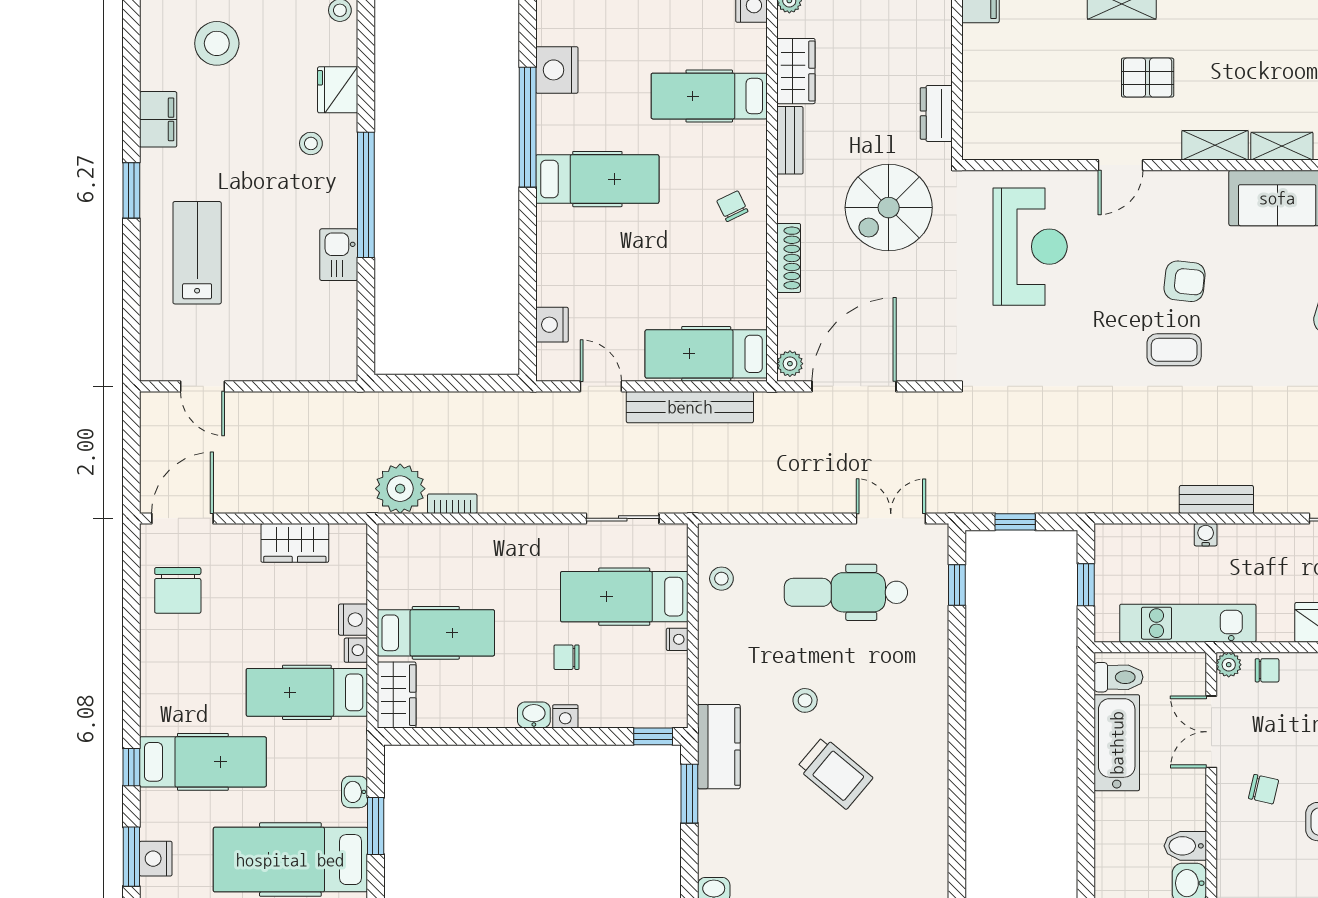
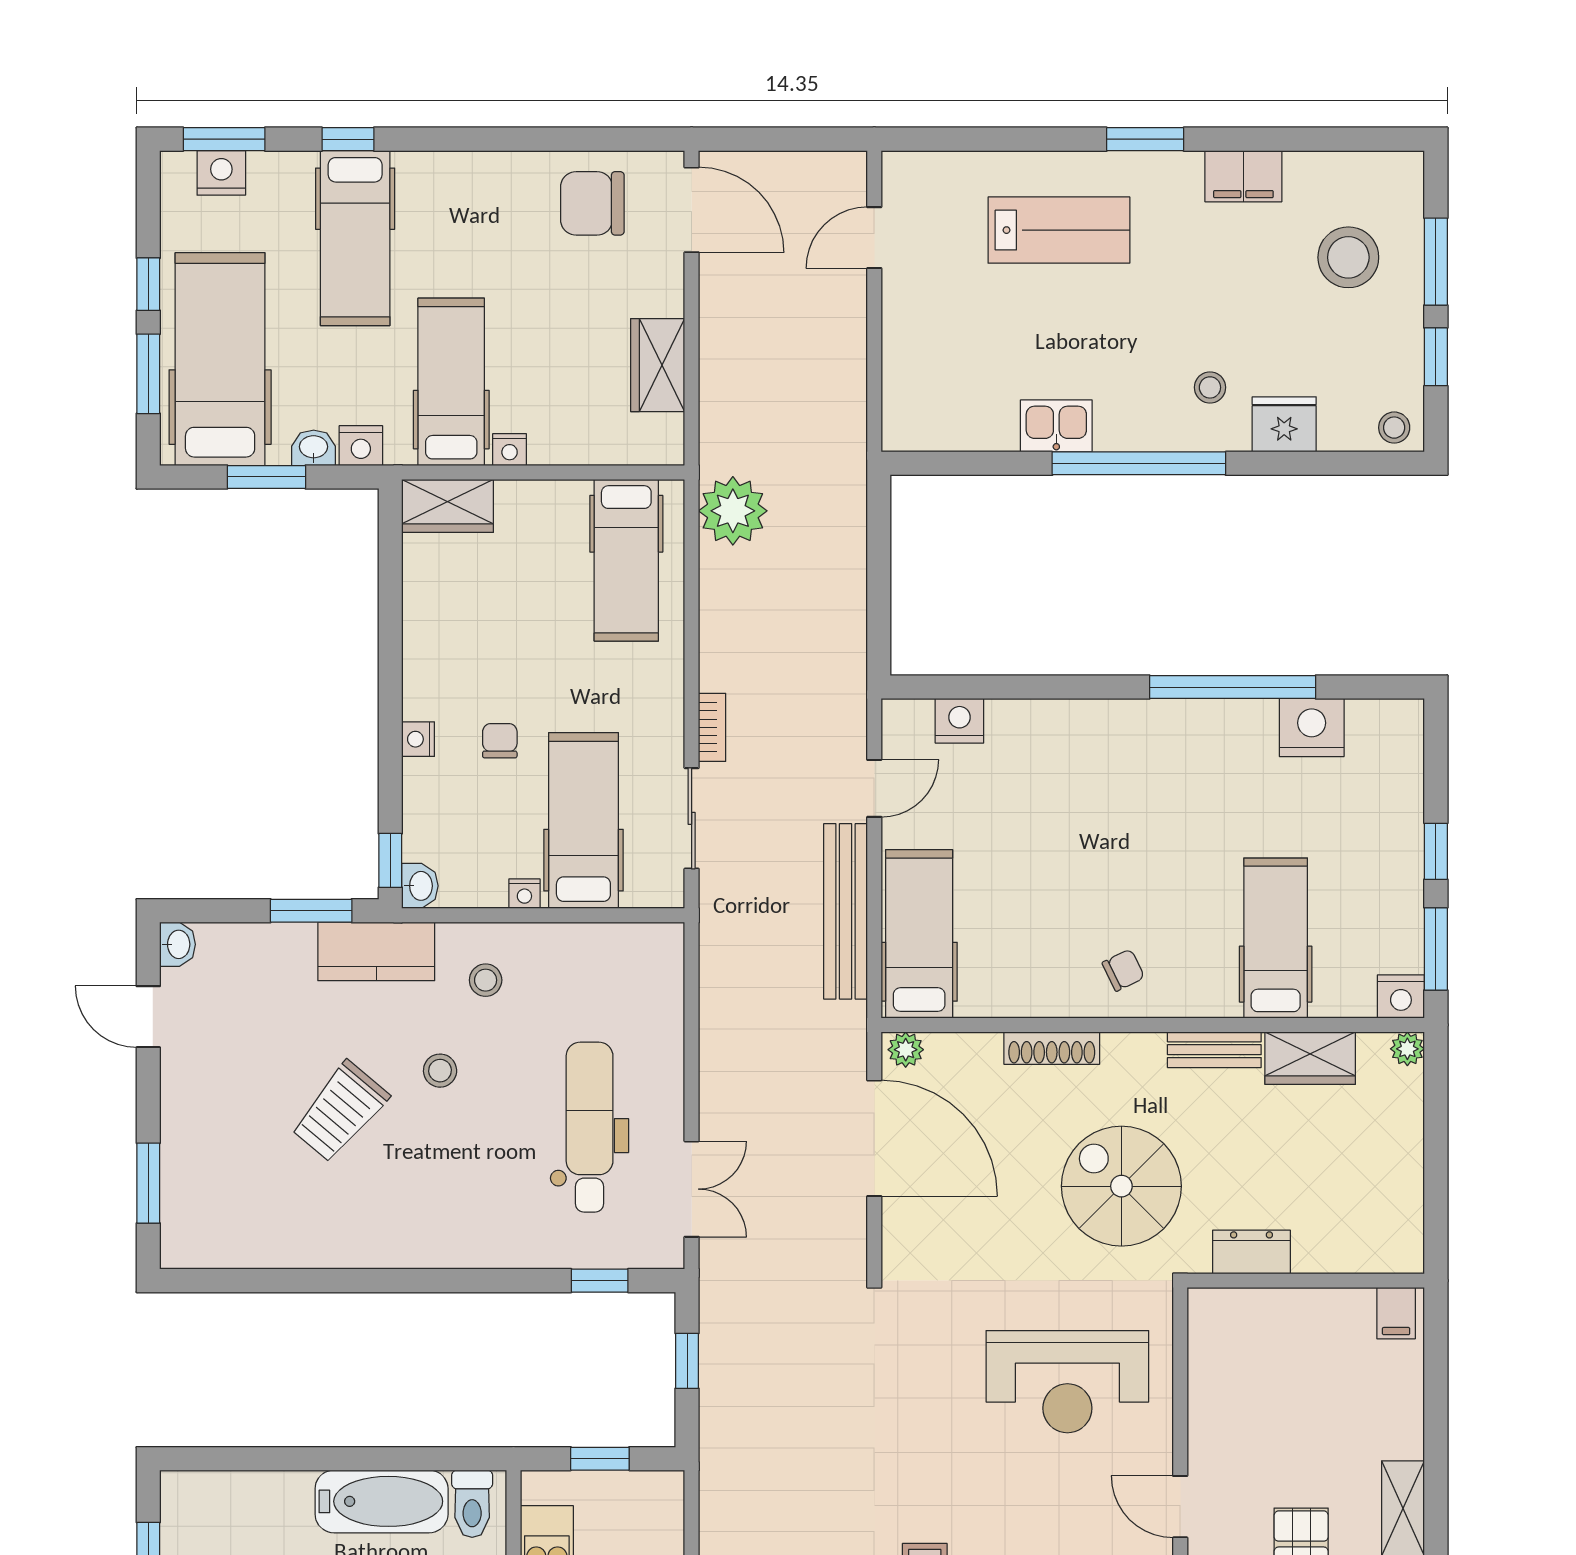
hospital bed: (597, 179) -> (1161, 783), removed
bookcase: (452, 504) -> (712, 727), moved
stool: (721, 579) -> (486, 980), moved
nightstand: (353, 620) -> (361, 446), moved
hospital bed: (436, 633) -> (626, 560), moved
washbasin: (534, 715) -> (420, 886), moved

